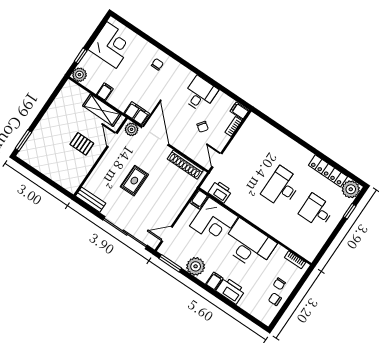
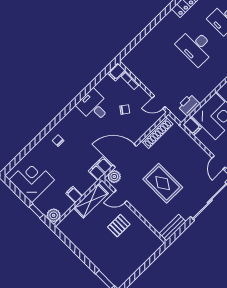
rug: (134, 181) -> (163, 183), width x1.36, depth x1.43

